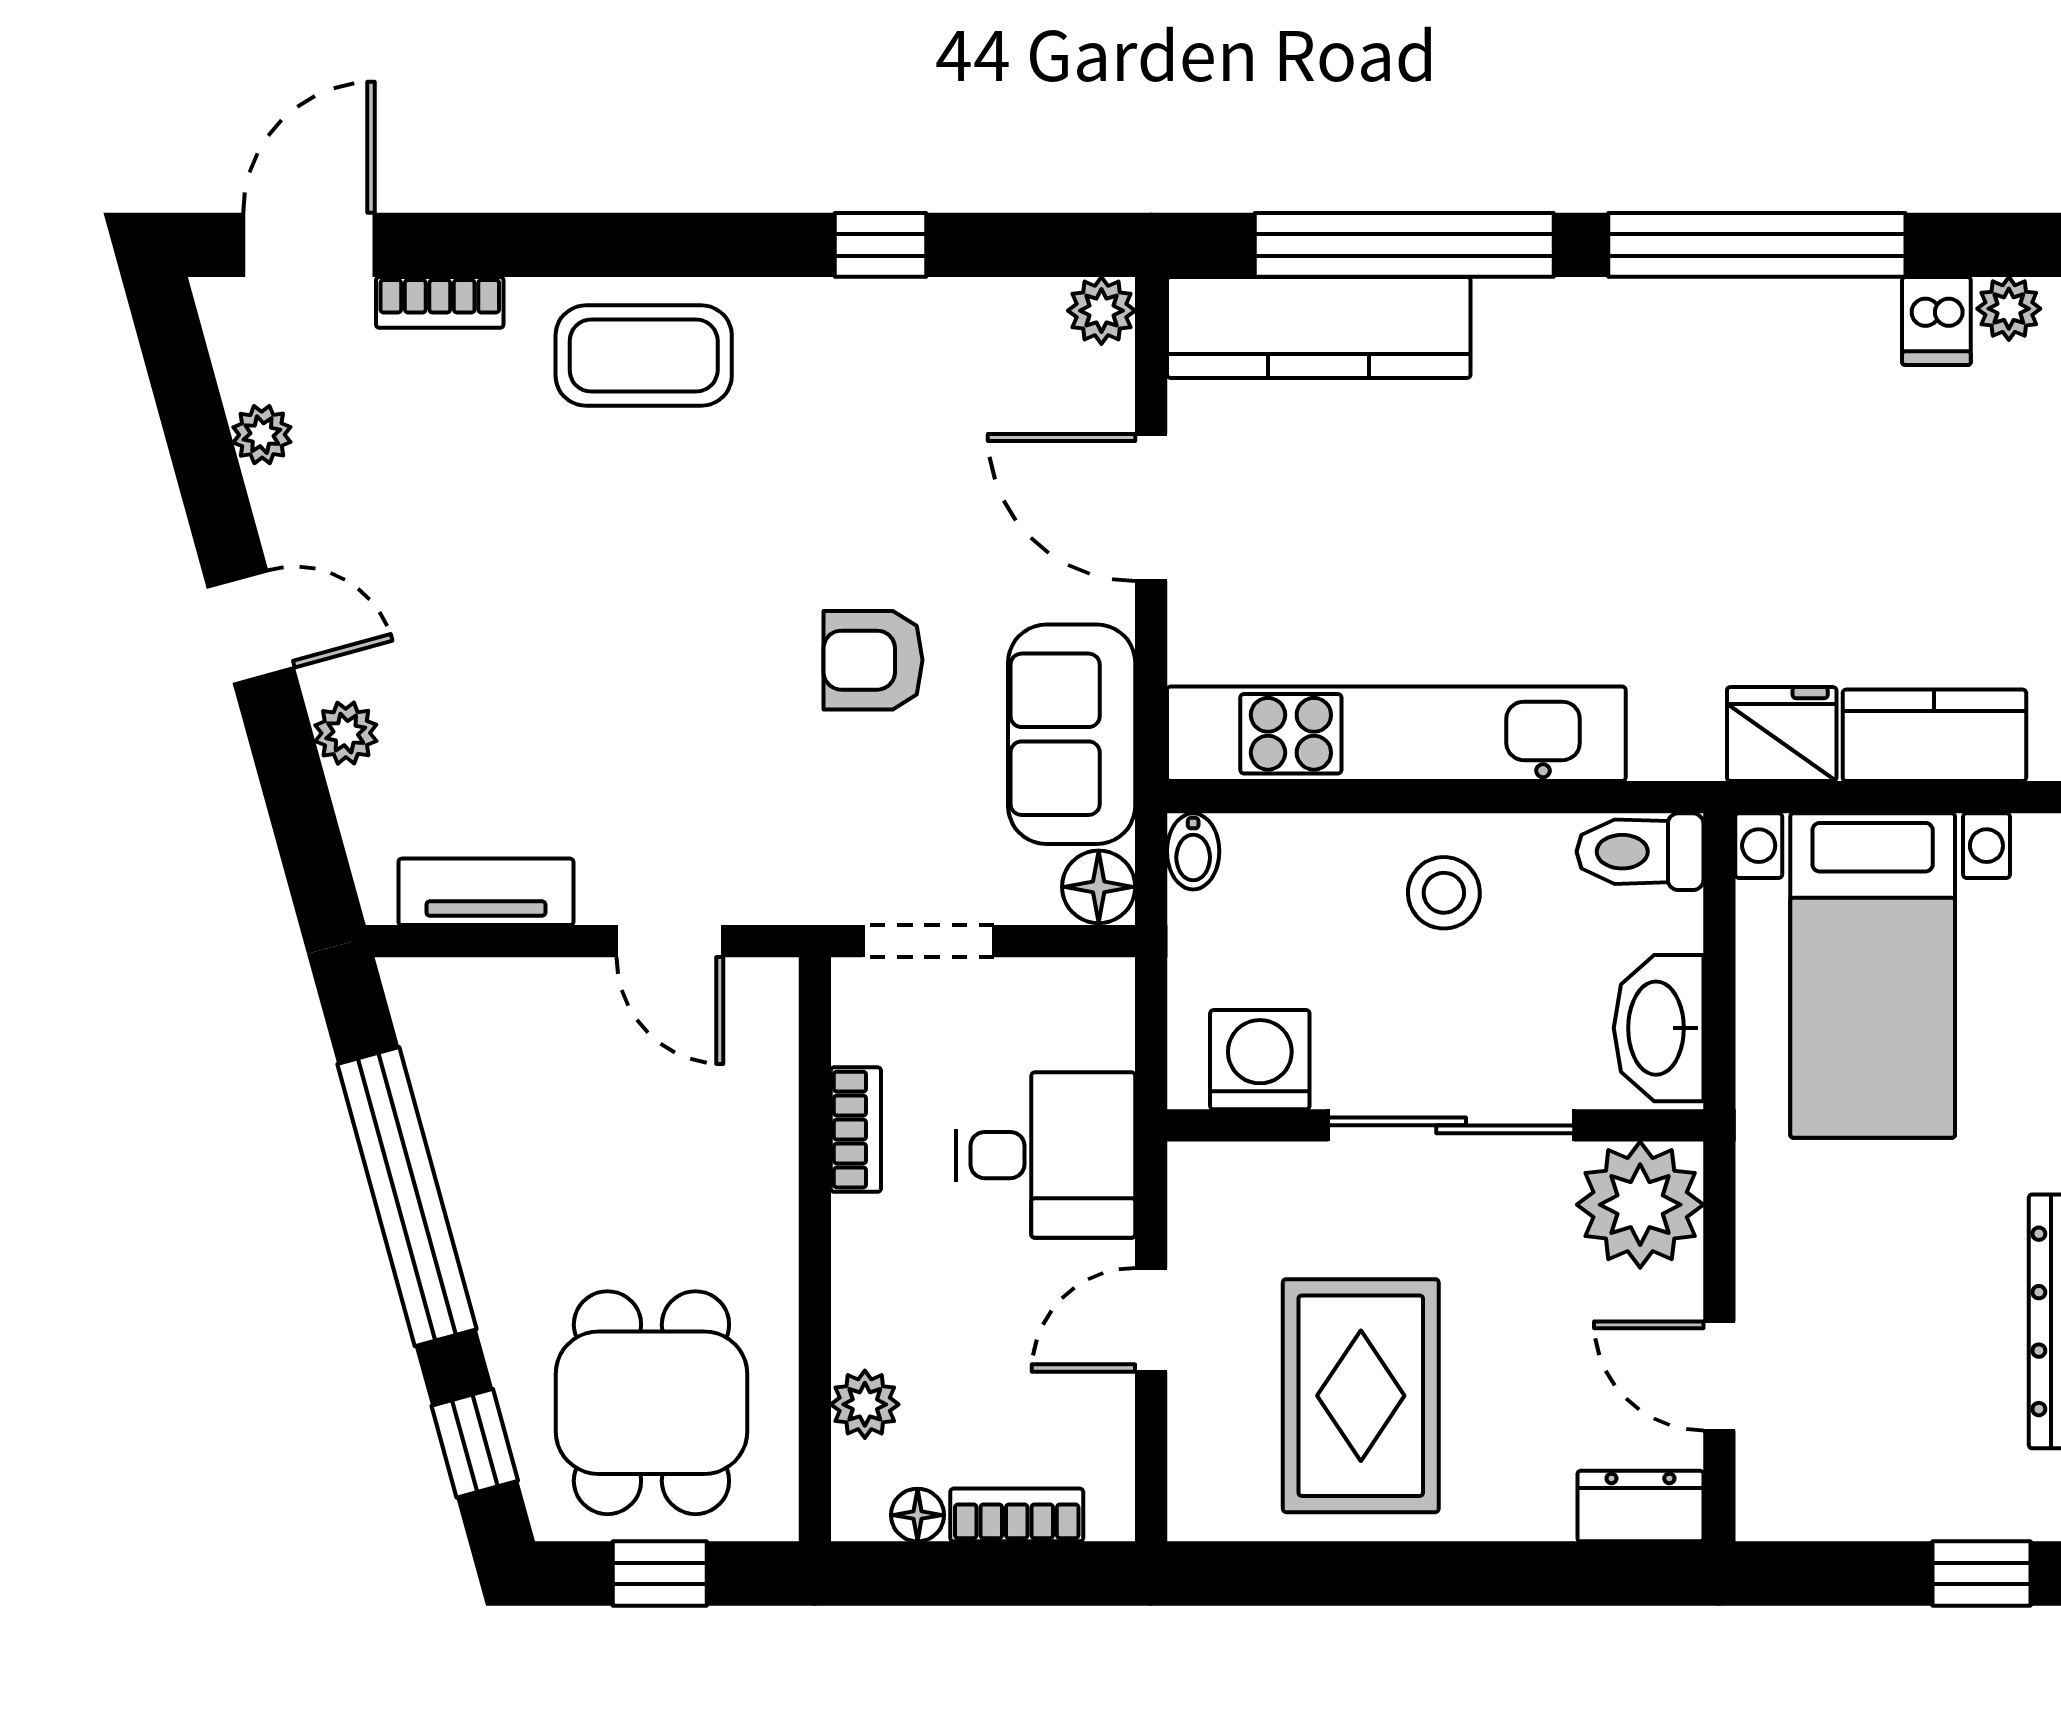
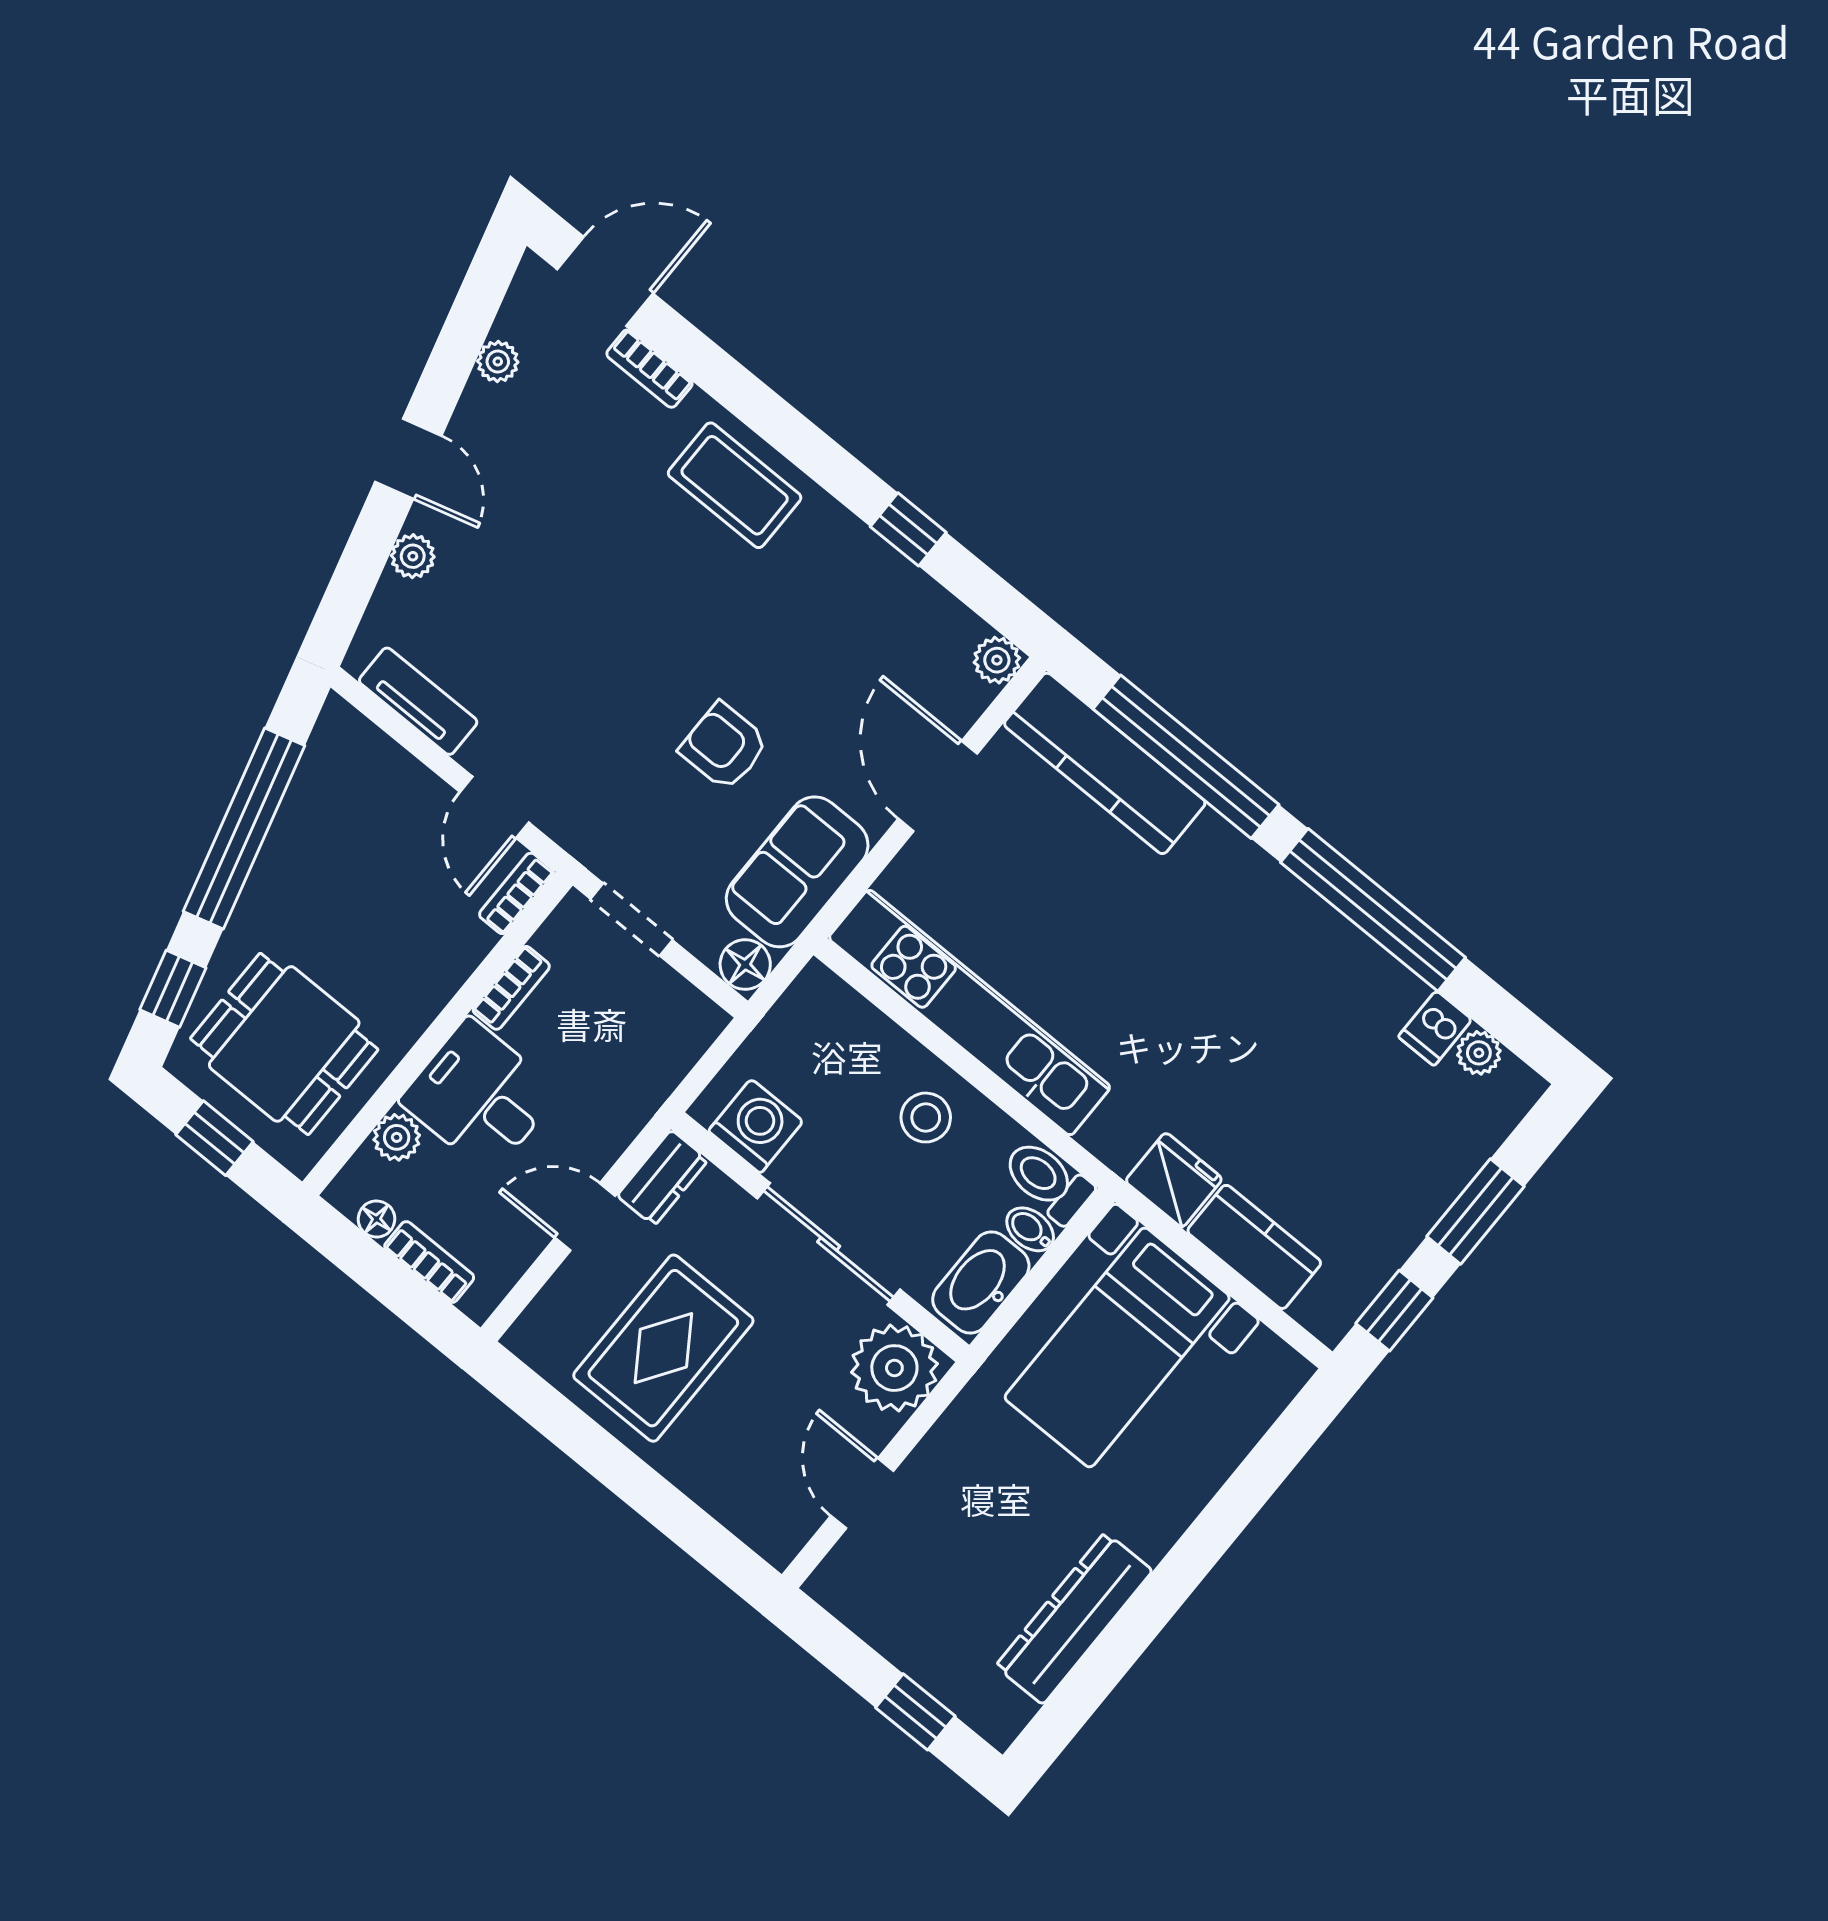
bidet: (1193, 851) -> (1030, 1229), moved, turned 90
bookcase: (775, 1018) -> (517, 893), added
desk: (1046, 1155) -> (479, 1096), moved, turned 180
dining table: (651, 1403) -> (284, 1044), turned 90
dresser: (1640, 1506) -> (663, 1178), moved, turned 90

